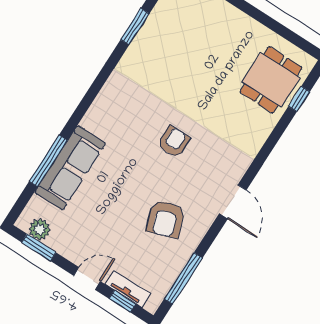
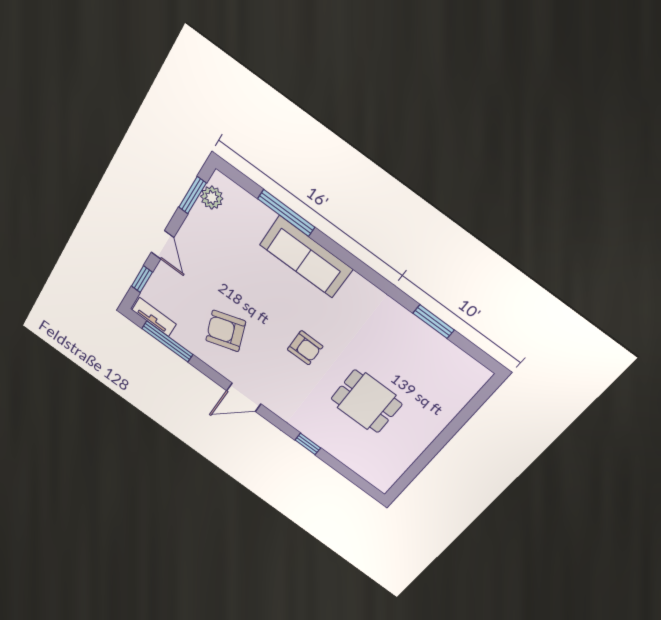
dining table: (271, 80) -> (366, 401), moved
window: (299, 99) -> (308, 444), moved
sofa: (70, 168) -> (306, 257), moved
tv unit: (128, 289) -> (154, 317), moved, turned -90

